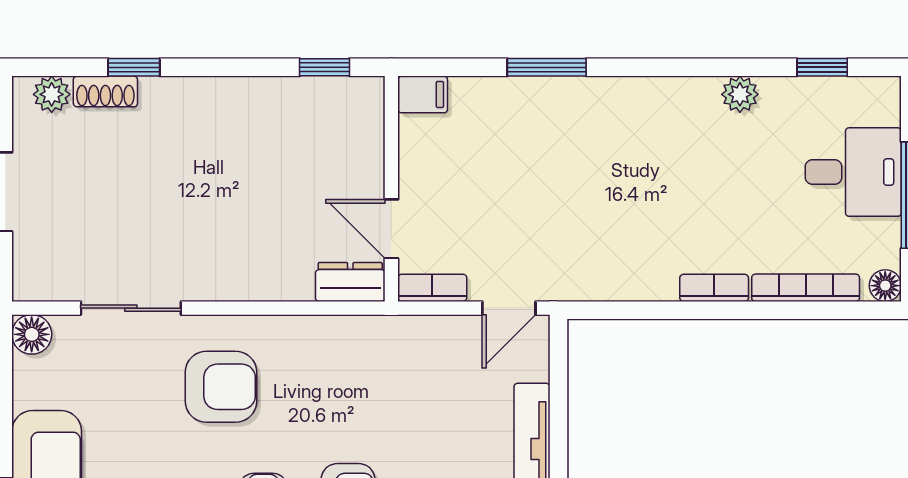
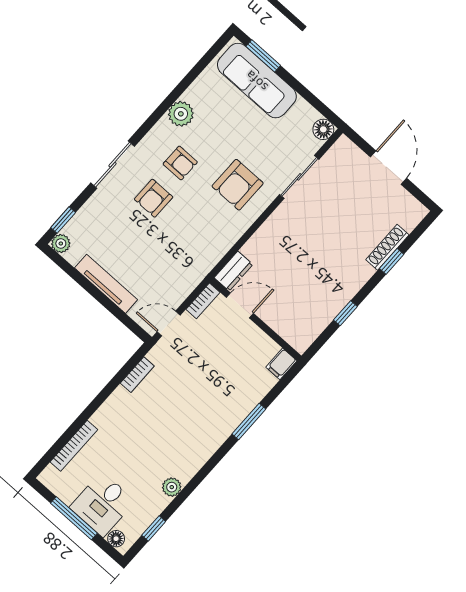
window: (325, 67) -> (345, 313), moved
shoe rack: (105, 91) -> (387, 247), width x1.43
plant: (52, 94) -> (410, 220), removed
floor lamp: (885, 286) -> (116, 539), moved
bookcase: (714, 288) -> (137, 375), moved
door: (509, 308) -> (169, 324), hinge flipped

